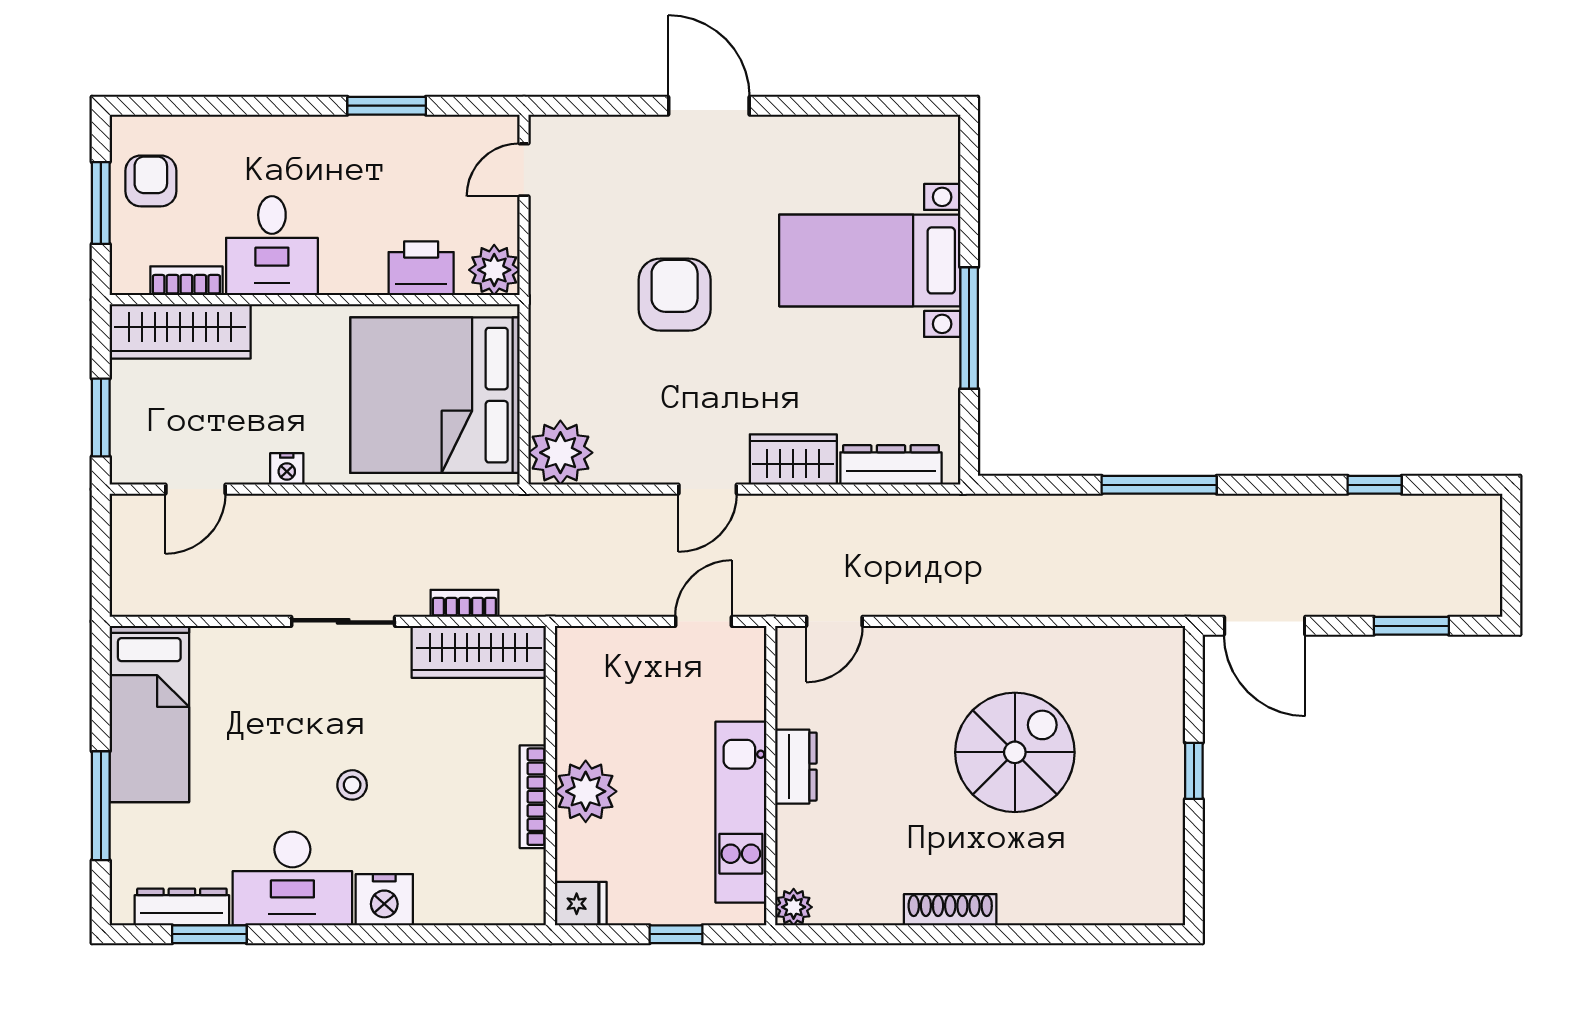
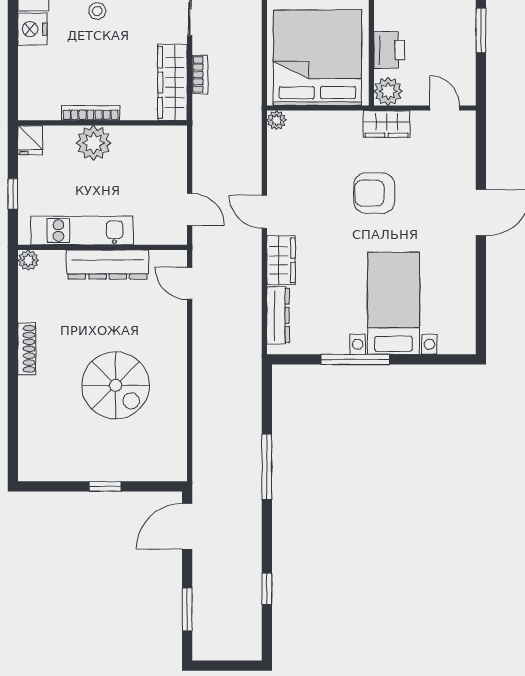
wardrobe: (552, 273) -> (387, 124), added
armchair: (675, 295) -> (374, 193), turned 180
plant: (560, 453) -> (276, 120), width x0.53, depth x0.53
dresser: (796, 767) -> (108, 265), width x1.96, depth x1.24

